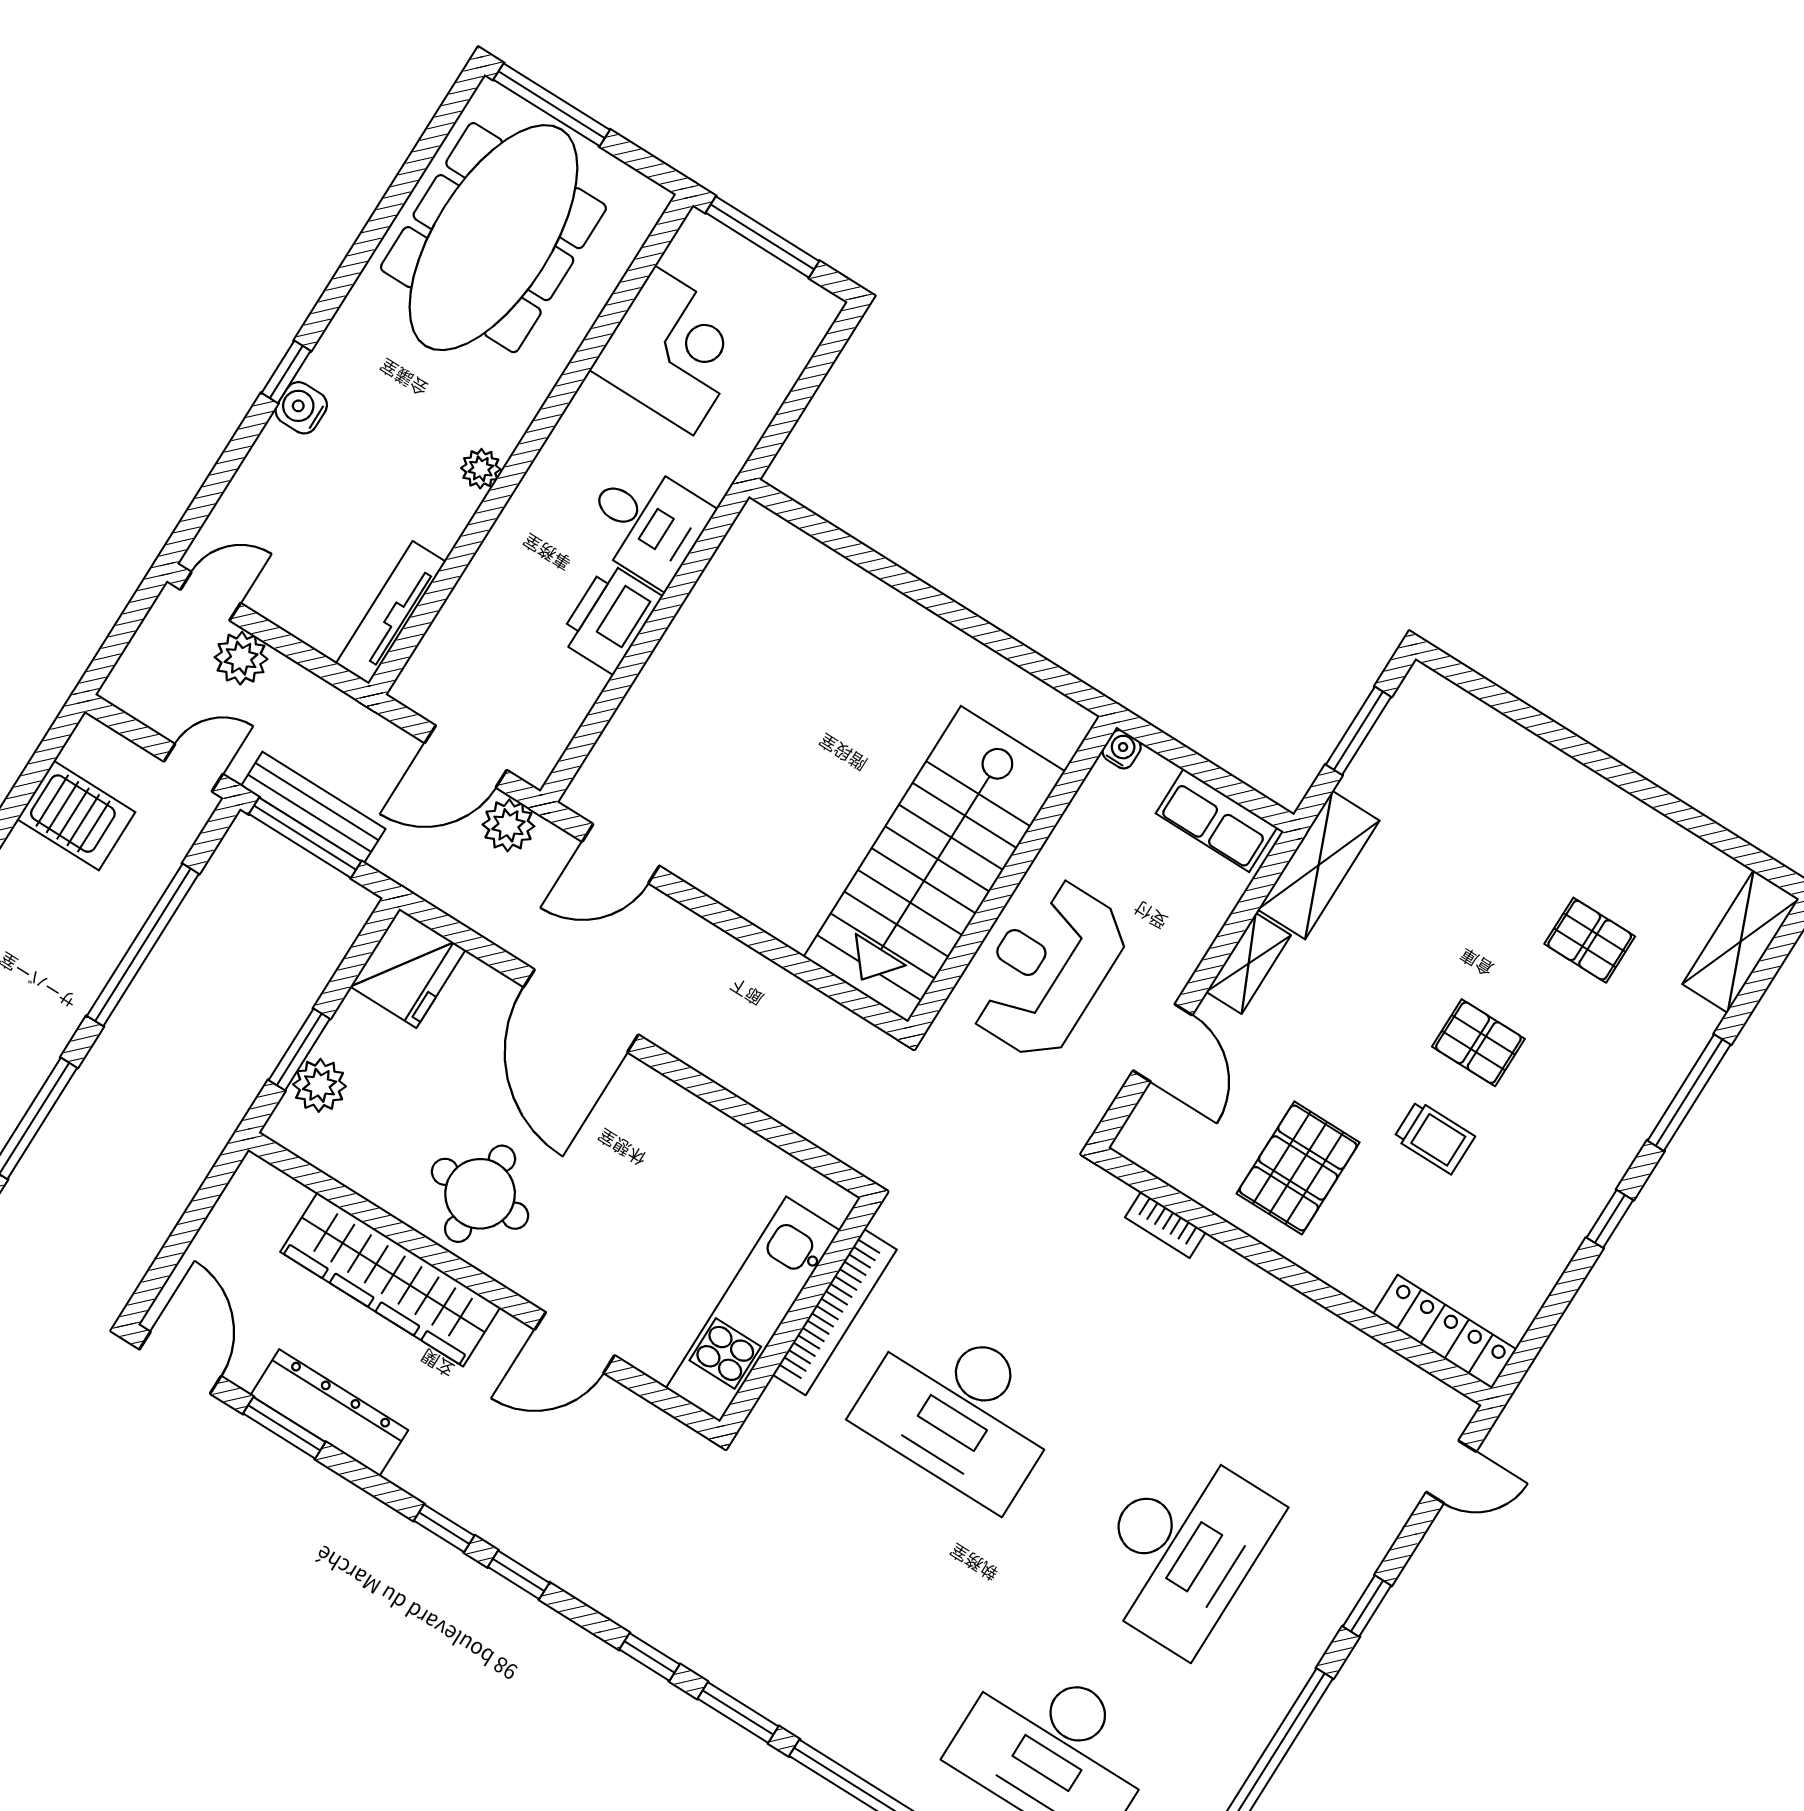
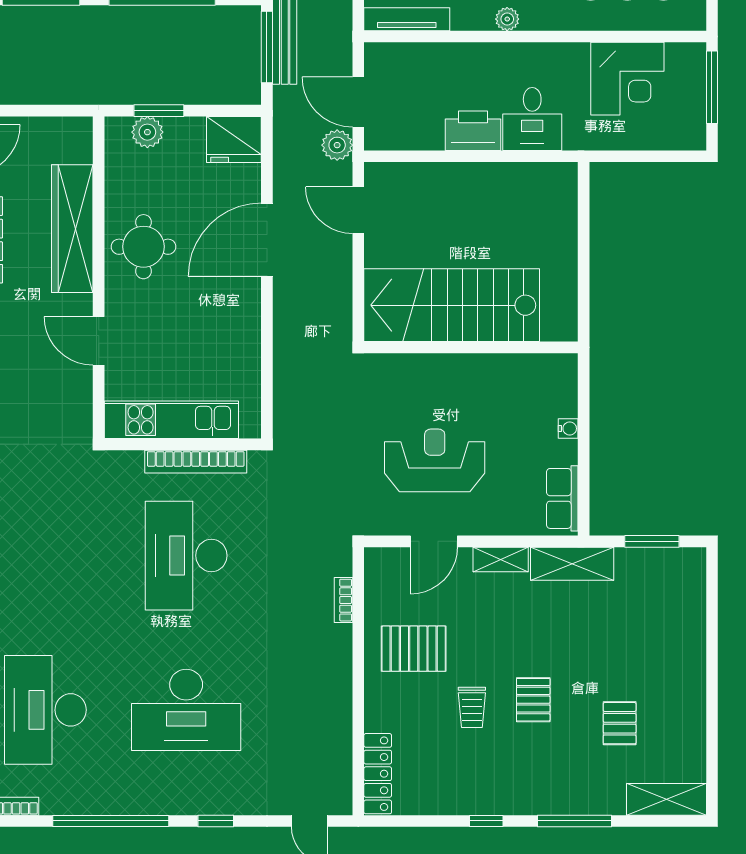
stairs: (934, 864) -> (452, 305), moved
wall: (1012, 874) -> (471, 347), moved

